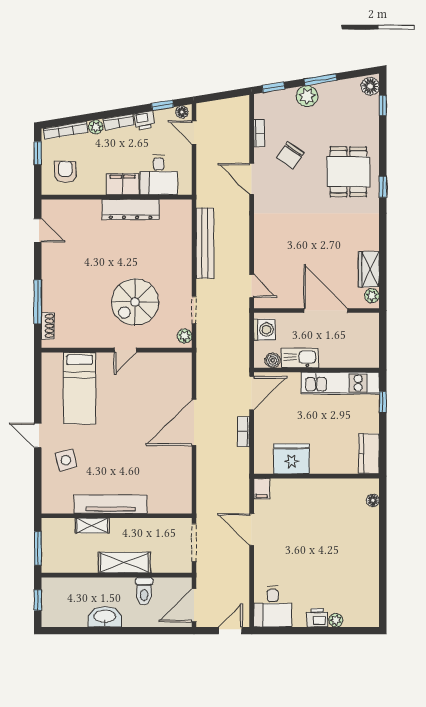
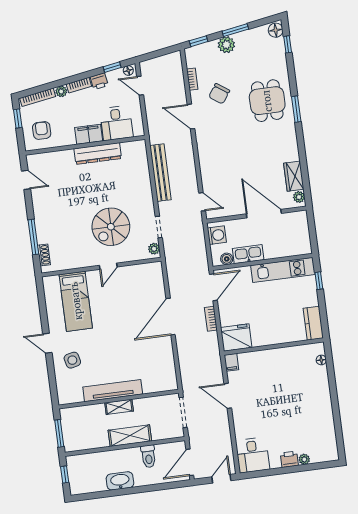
window: (383, 187) -> (296, 109), width x1.50
fridge: (292, 459) -> (236, 338), moved
shelving: (92, 526) -> (119, 407), moved

